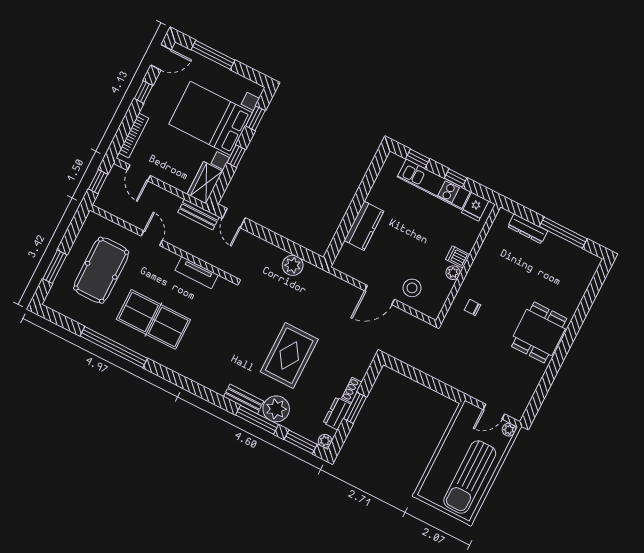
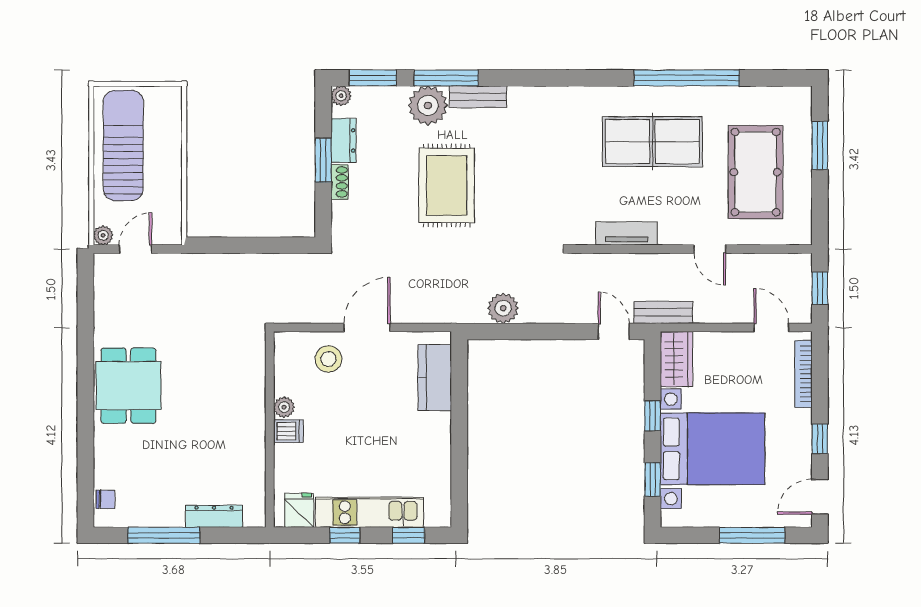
kitchen counter: (364, 226) -> (435, 377), moved
chair: (473, 307) -> (105, 499), moved

